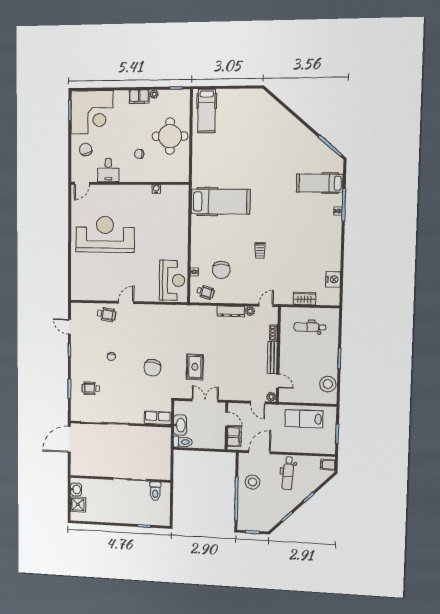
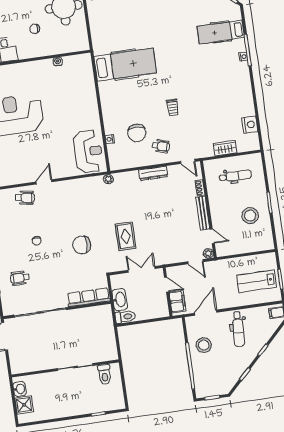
wheelchair: (205, 292) -> (161, 146), moved
door: (266, 305) -> (188, 161), swing flipped
plant: (250, 311) -> (108, 179), moved
dental chair: (310, 327) -> (235, 176), turned 180
chair: (152, 368) -> (82, 245), turned 80
stool: (328, 384) -> (250, 216), moved
row of seats: (158, 418) -> (88, 297), width x1.48
lab bench: (304, 419) -> (257, 281), moved

